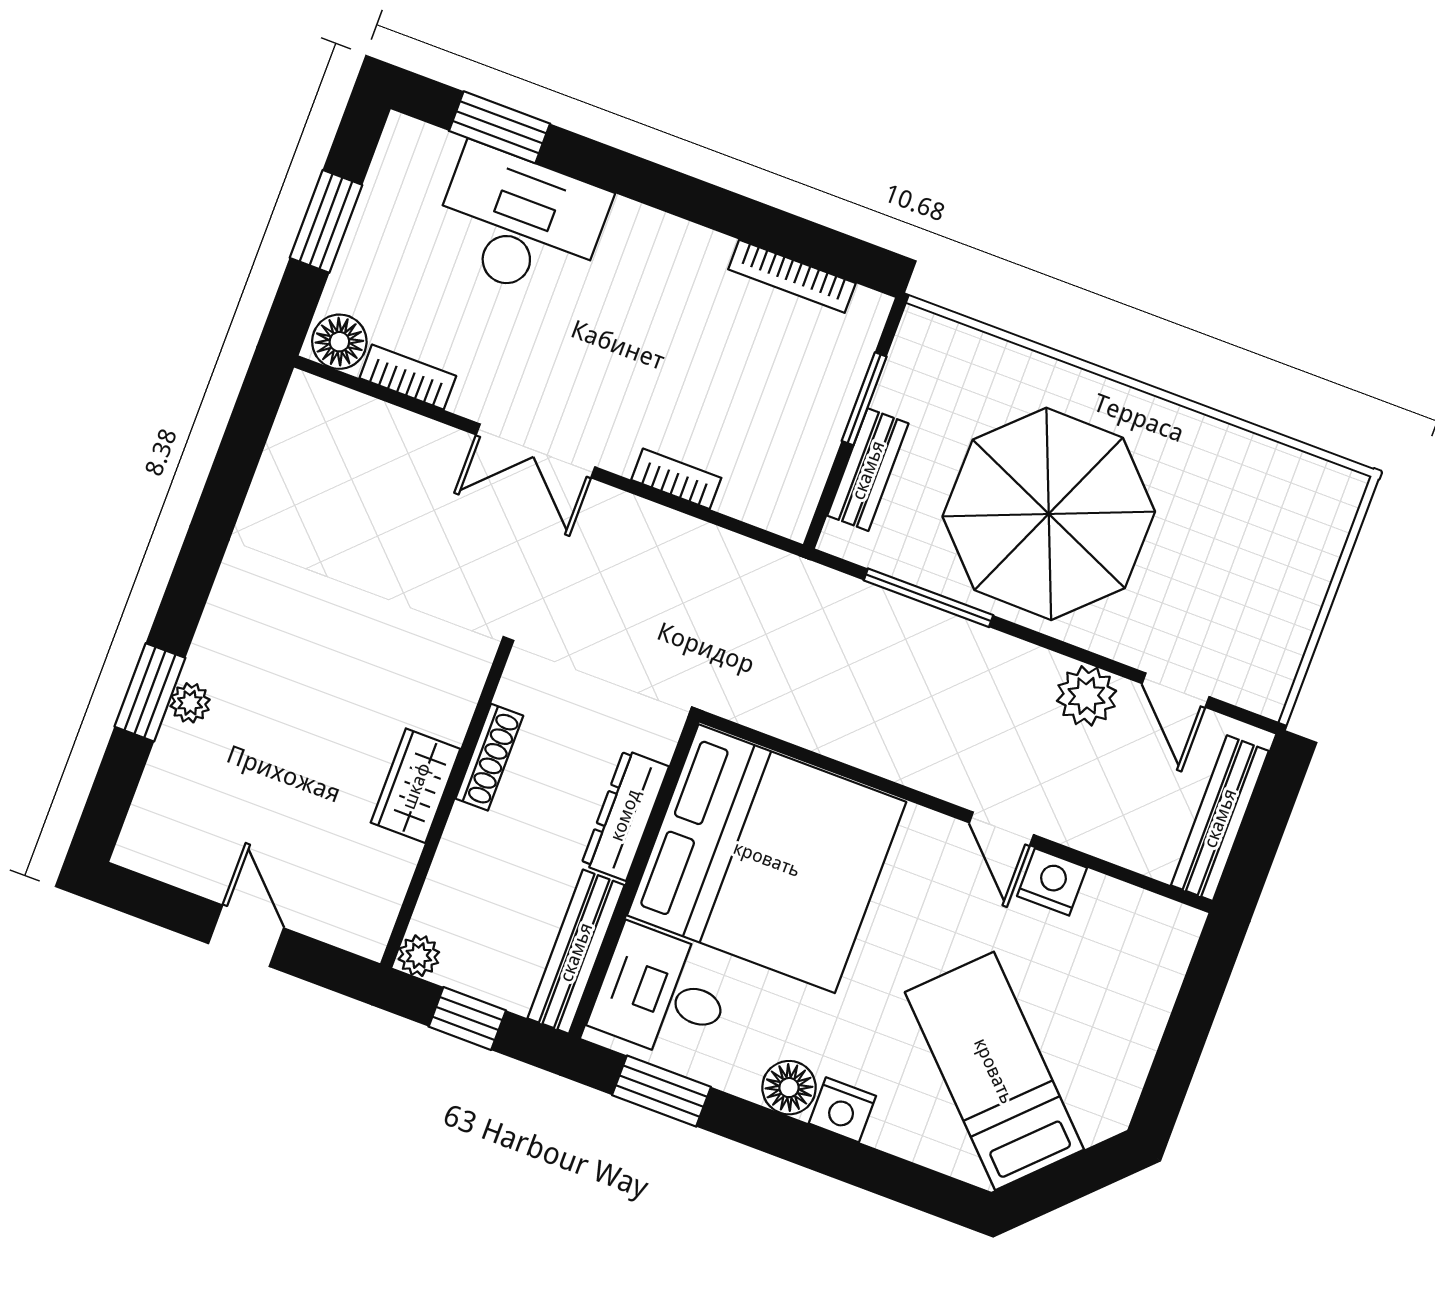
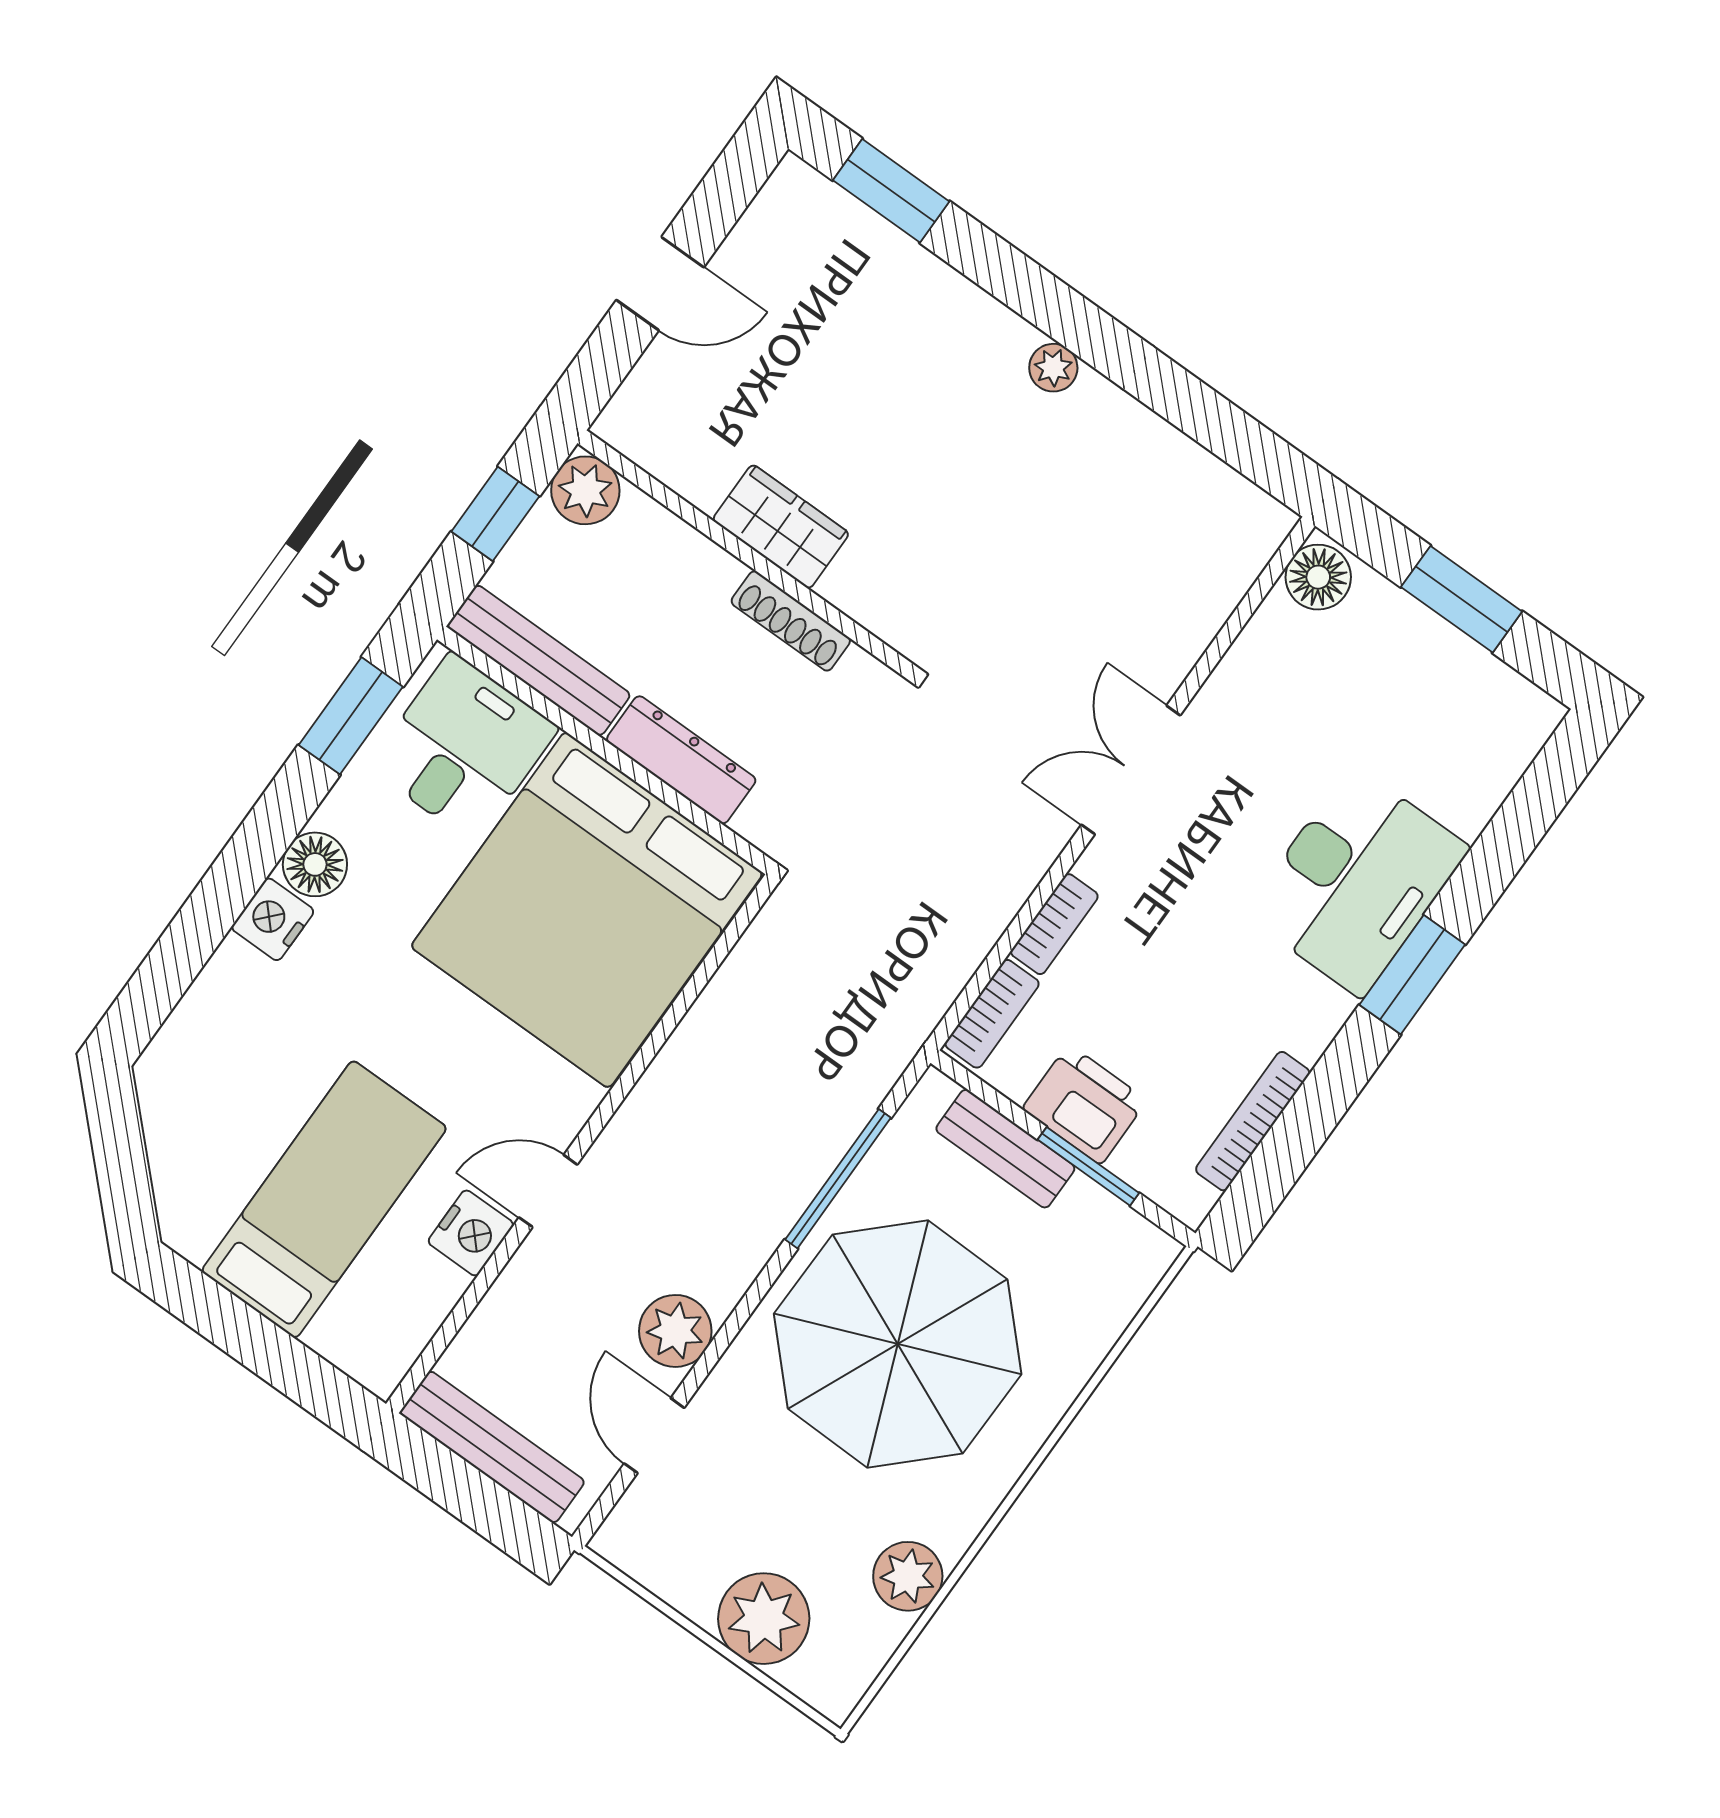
window: (499, 127) -> (1412, 975), moved
desk: (520, 224) -> (1357, 881), moved
bookcase: (408, 377) -> (992, 1014), moved
printer: (815, 415) -> (1085, 1104), added
plant: (1234, 455) -> (908, 1576), added
plant: (1299, 562) -> (764, 1619), added
door: (1176, 690) -> (654, 1436), hinge flipped
window: (150, 692) -> (891, 191), moved
plant: (190, 703) -> (1053, 368), moved
plant: (419, 956) -> (585, 490), width x1.38, depth x1.38
bed: (994, 1071) -> (324, 1199), moved, turned -45

